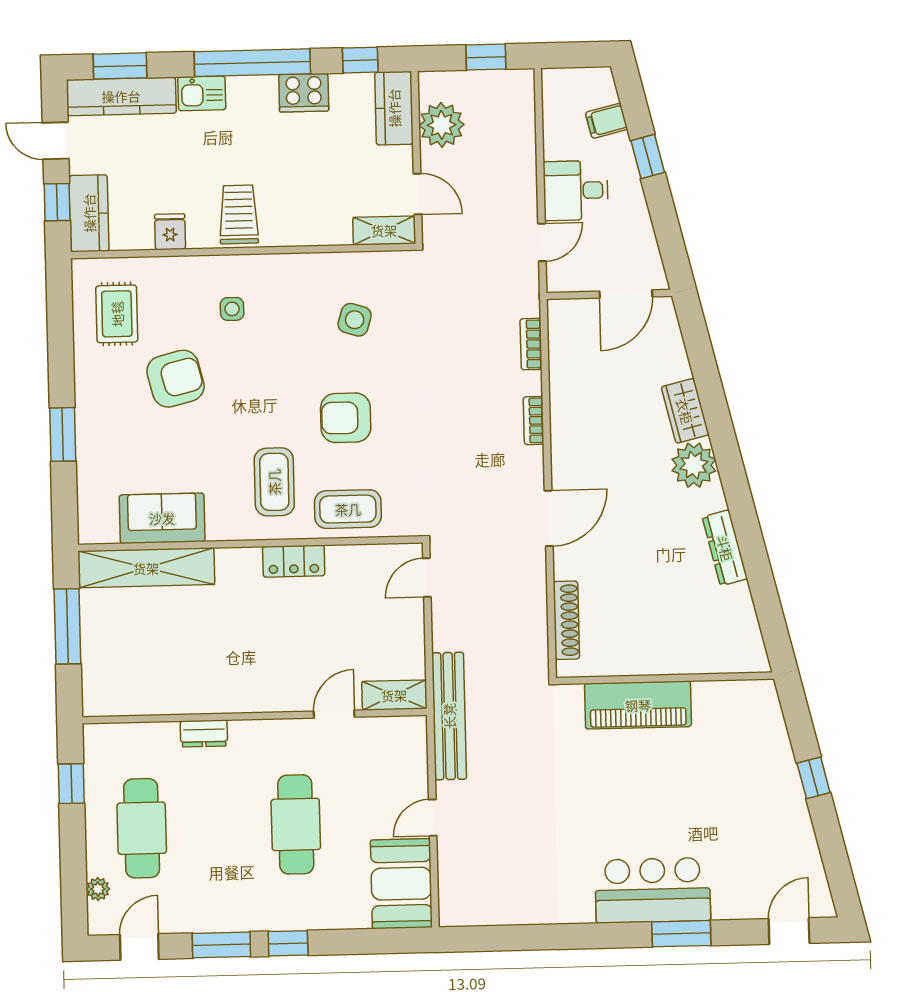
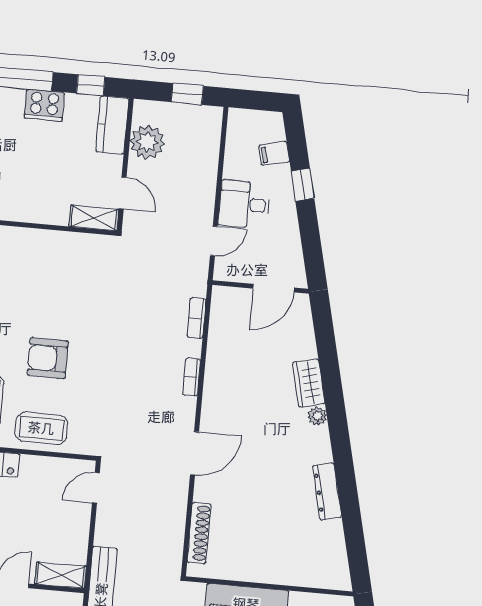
side table: (355, 320) -> (63, 284), removed
plant: (694, 465) -> (317, 416), width x0.53, depth x0.53

